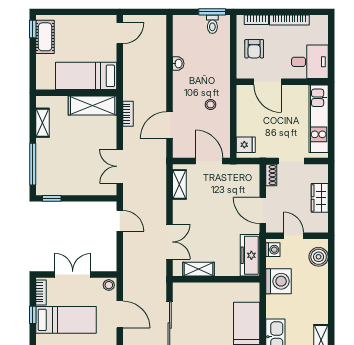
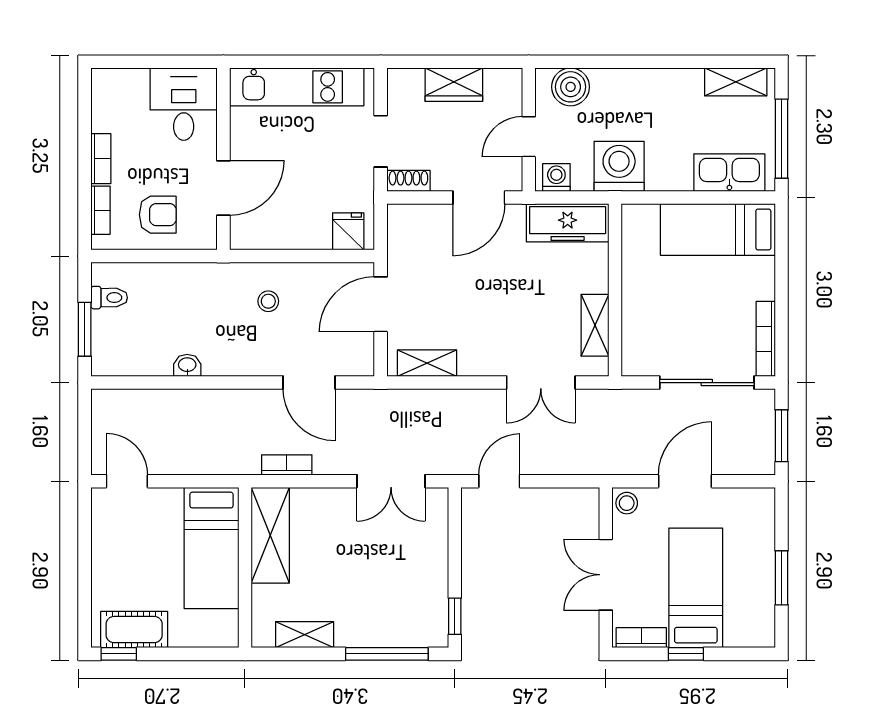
window: (212, 12) -> (85, 329), moved
bookcase: (289, 20) -> (101, 159), width x0.64
double door: (170, 242) -> (541, 383), swing flipped

